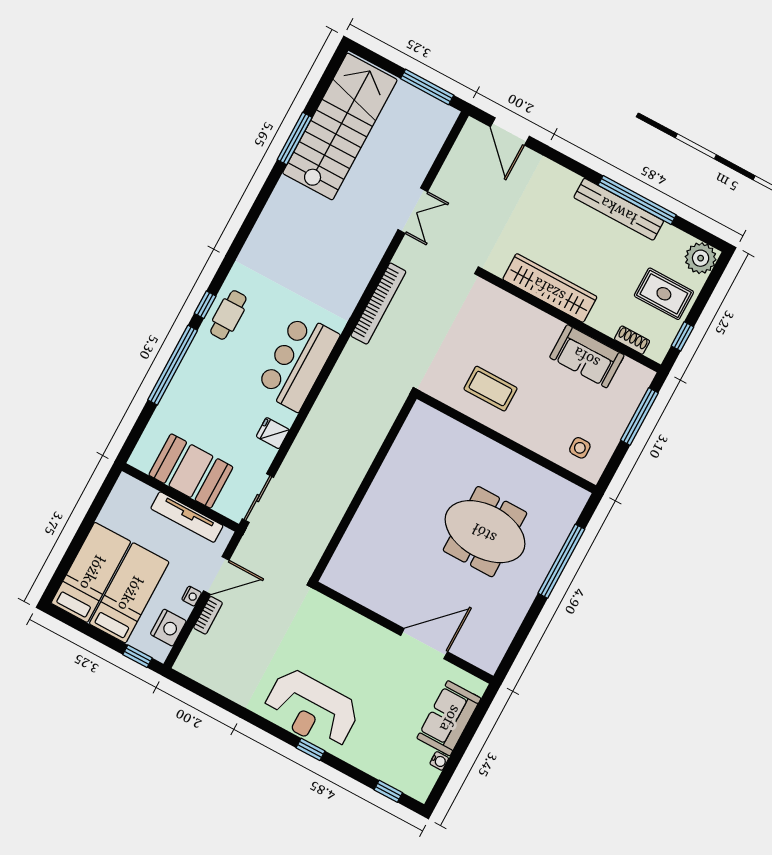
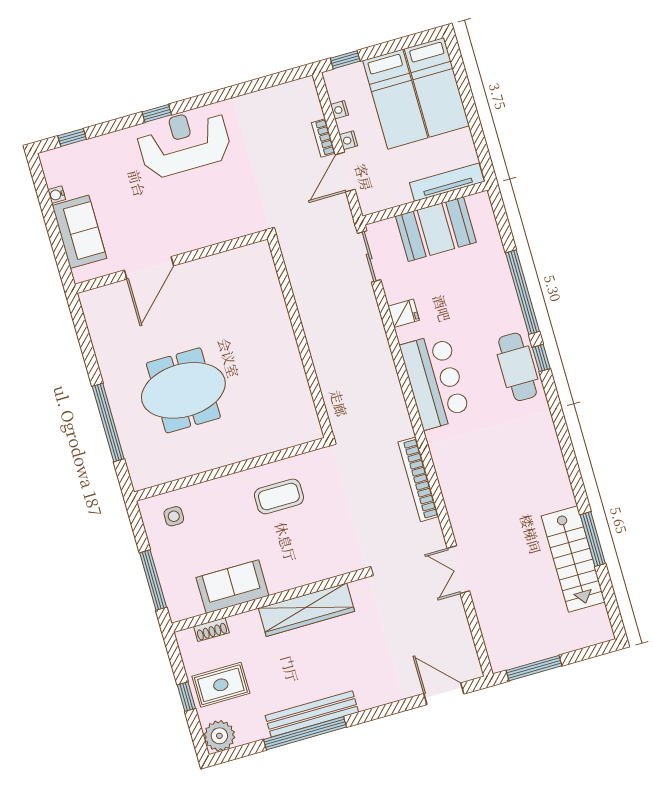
stairs: (340, 126) -> (573, 559), width x0.73, depth x0.66
cafe table: (228, 315) -> (518, 367), width x1.37, depth x1.35
window: (682, 336) -> (186, 697), moved
tv unit: (187, 517) -> (447, 182), moved
nightstand: (168, 628) -> (339, 110), width x0.53, depth x0.56

